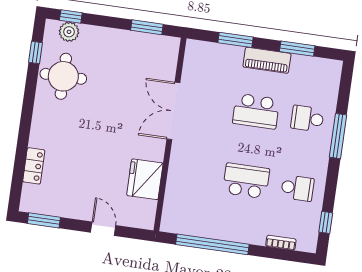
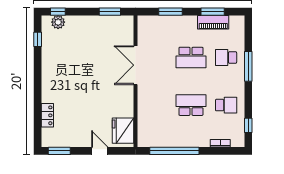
piano: (267, 60) -> (213, 22), moved
round table: (63, 76) -> (59, 53), removed
fridge: (145, 179) -> (123, 131), moved

